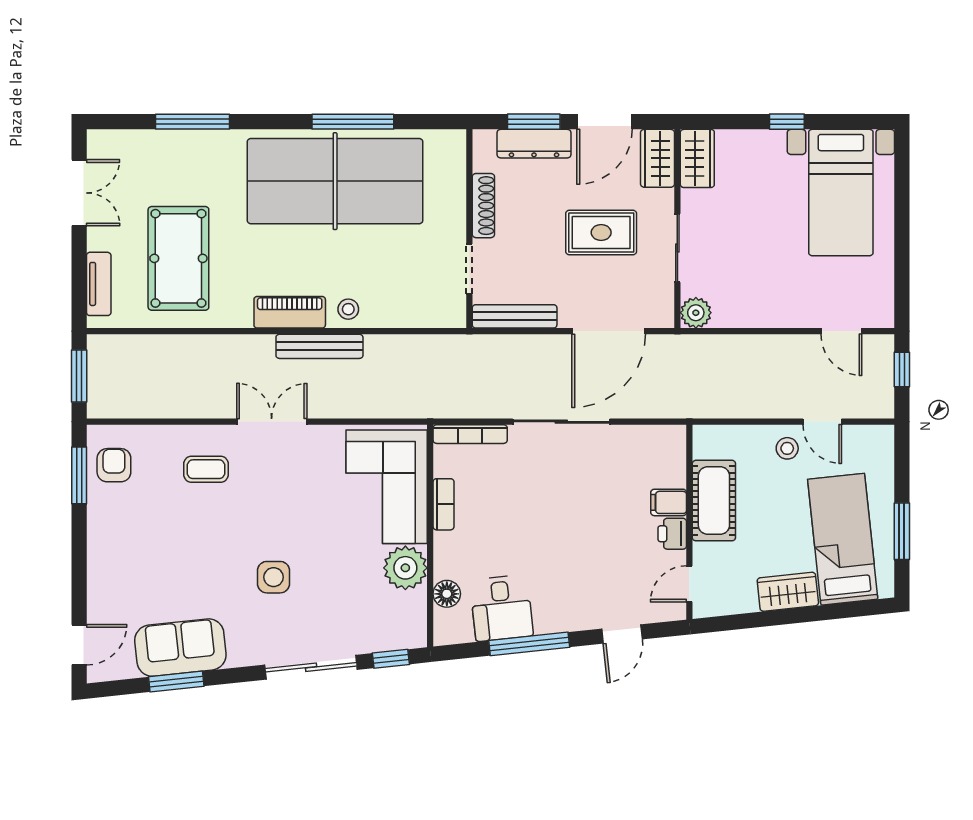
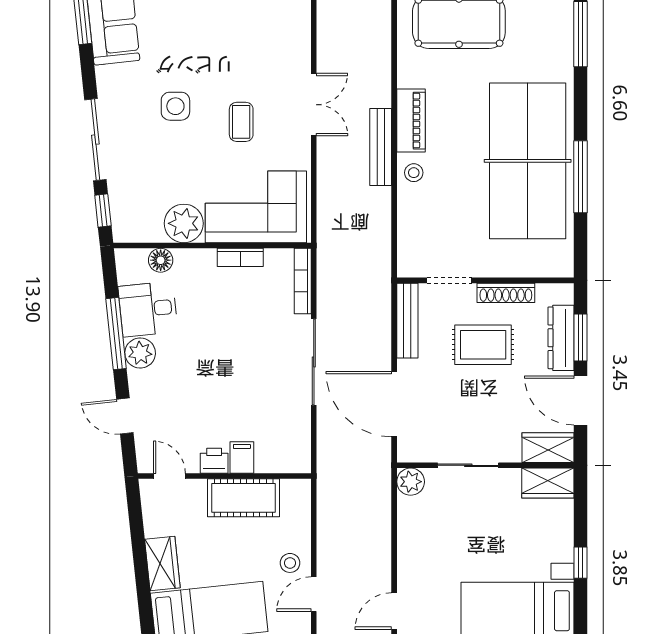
rug: (601, 233) -> (483, 345), moved, turned 90
coffee table: (206, 469) -> (241, 122), moved
plant: (551, 617) -> (140, 353), added

